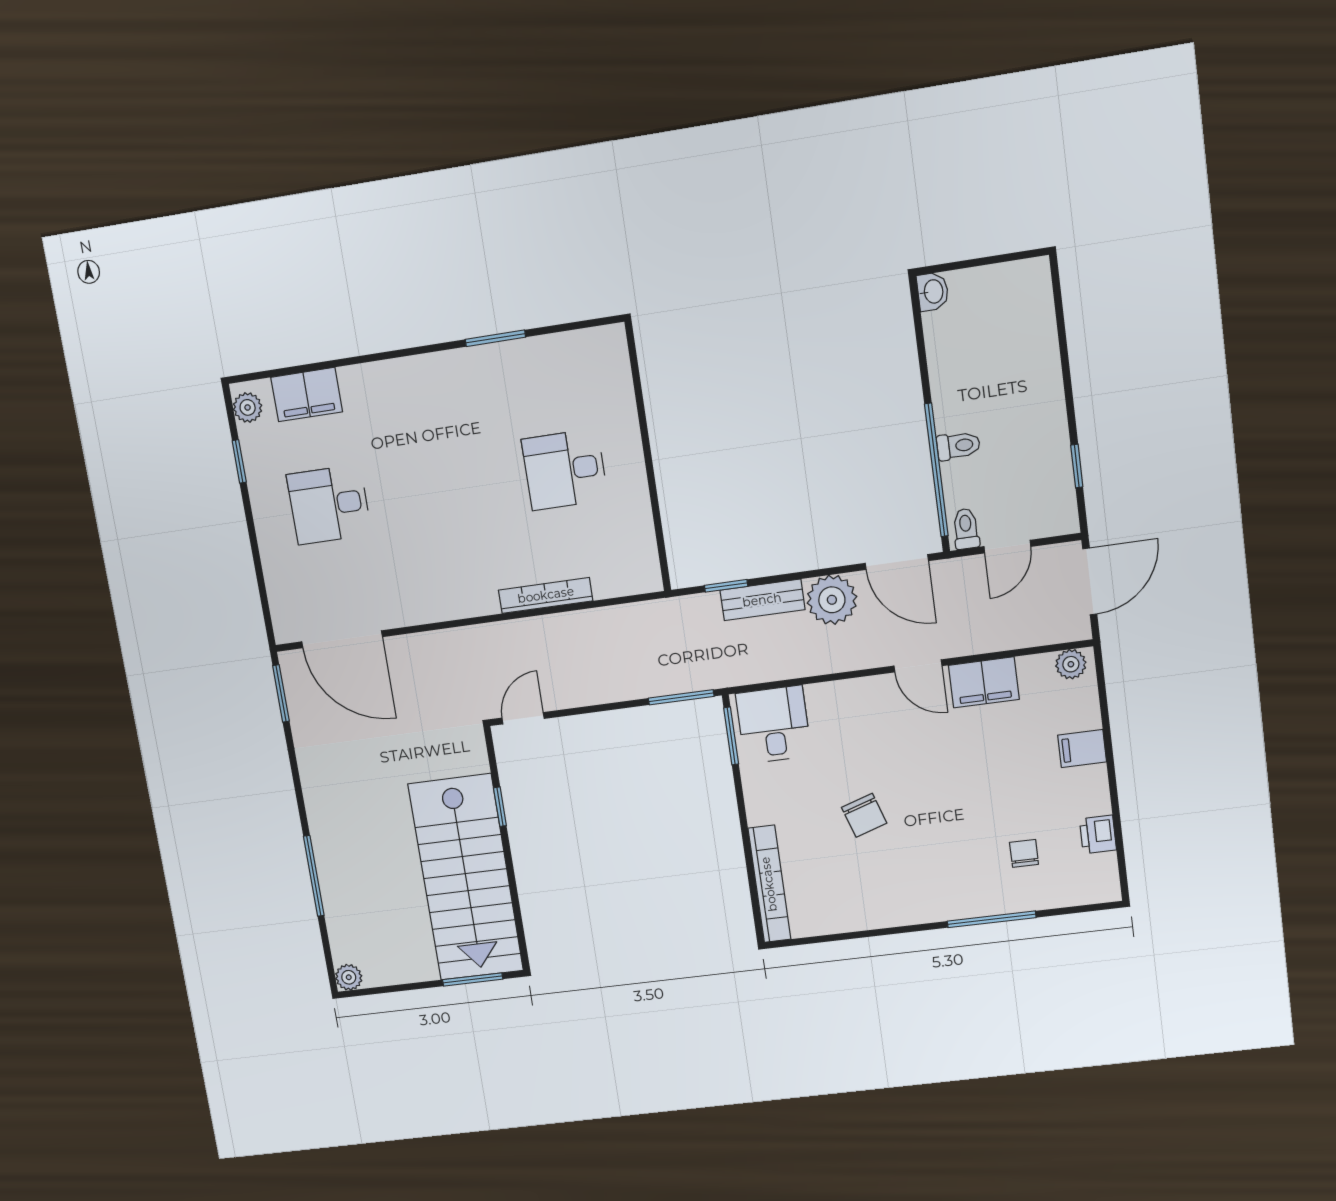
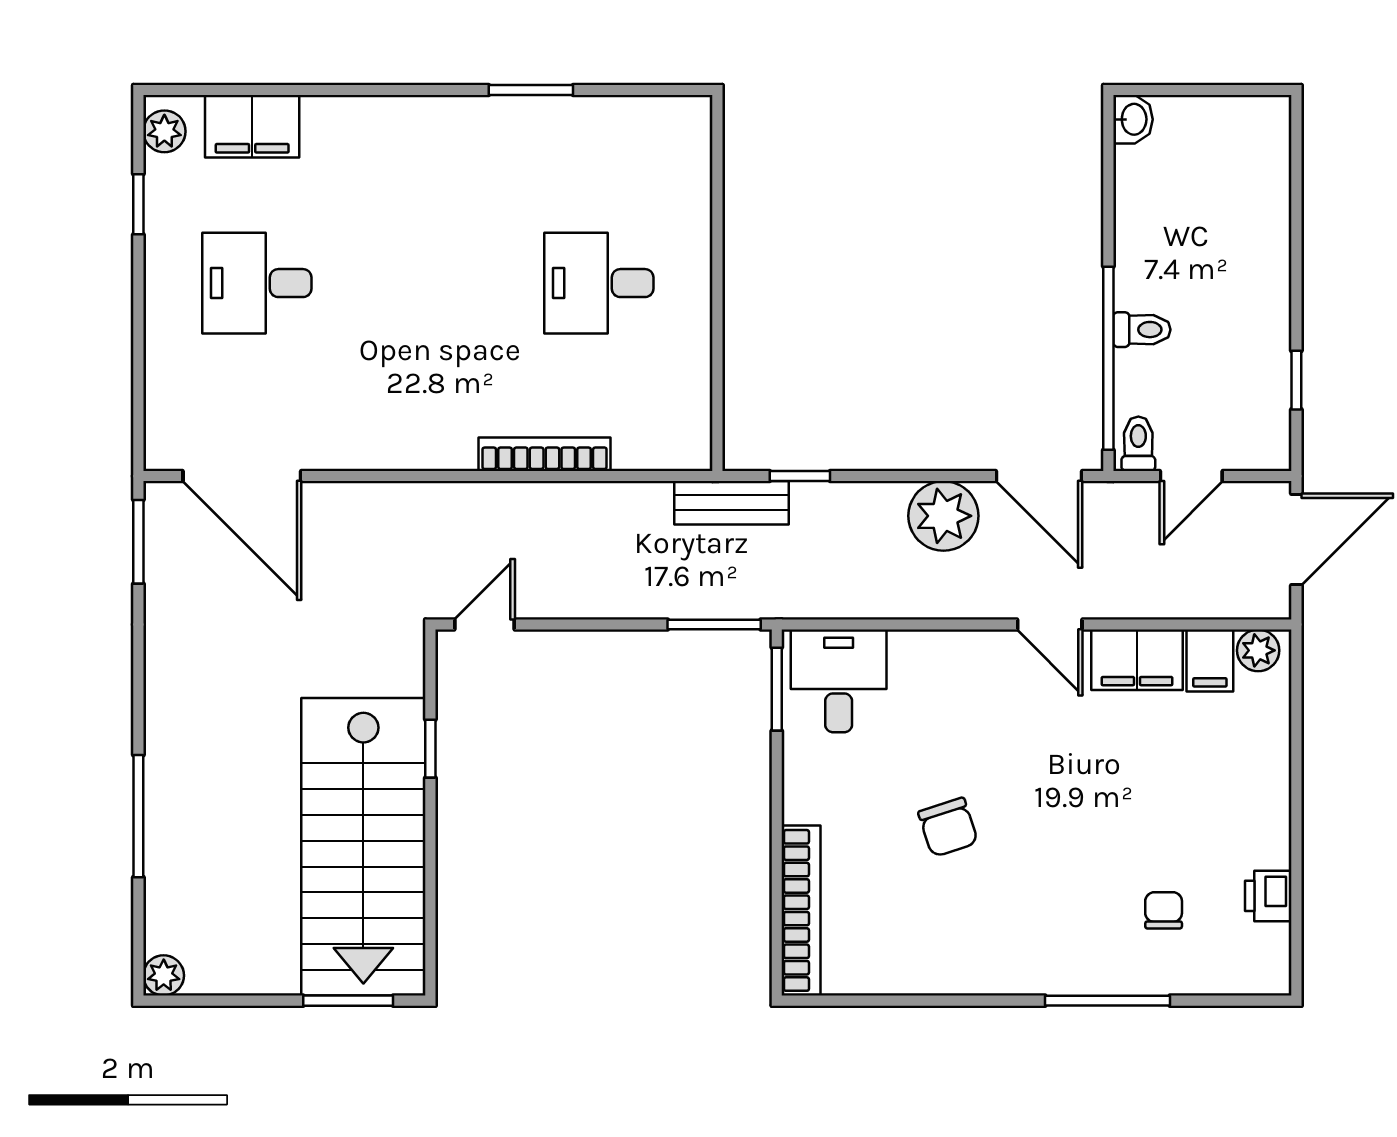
bench: (762, 600) -> (732, 503), moved
filing cabinet: (1082, 749) -> (1210, 661), moved, turned -90

